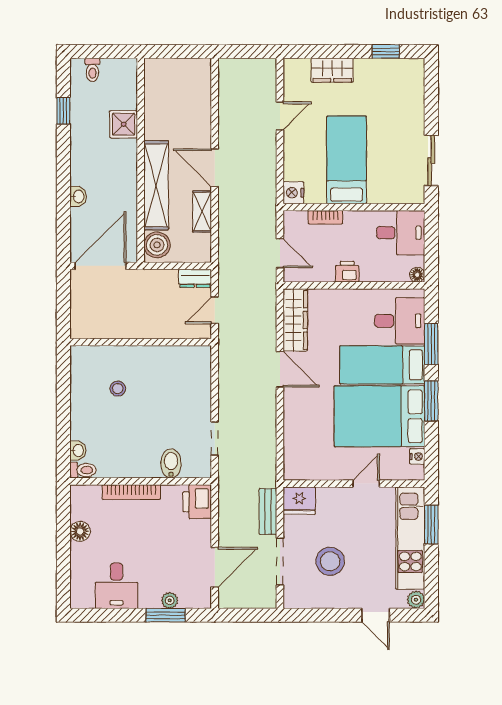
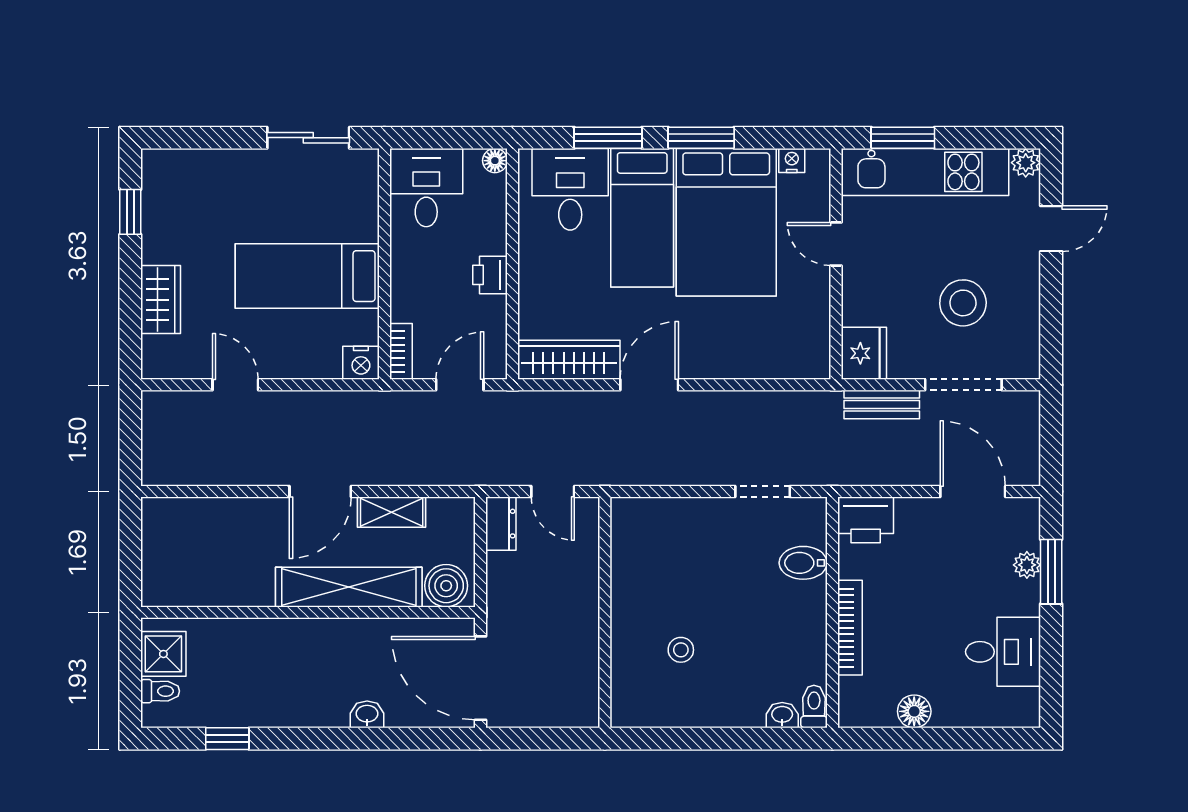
shower: (124, 124) -> (163, 654), moved
bookcase: (325, 217) -> (401, 351), moved

